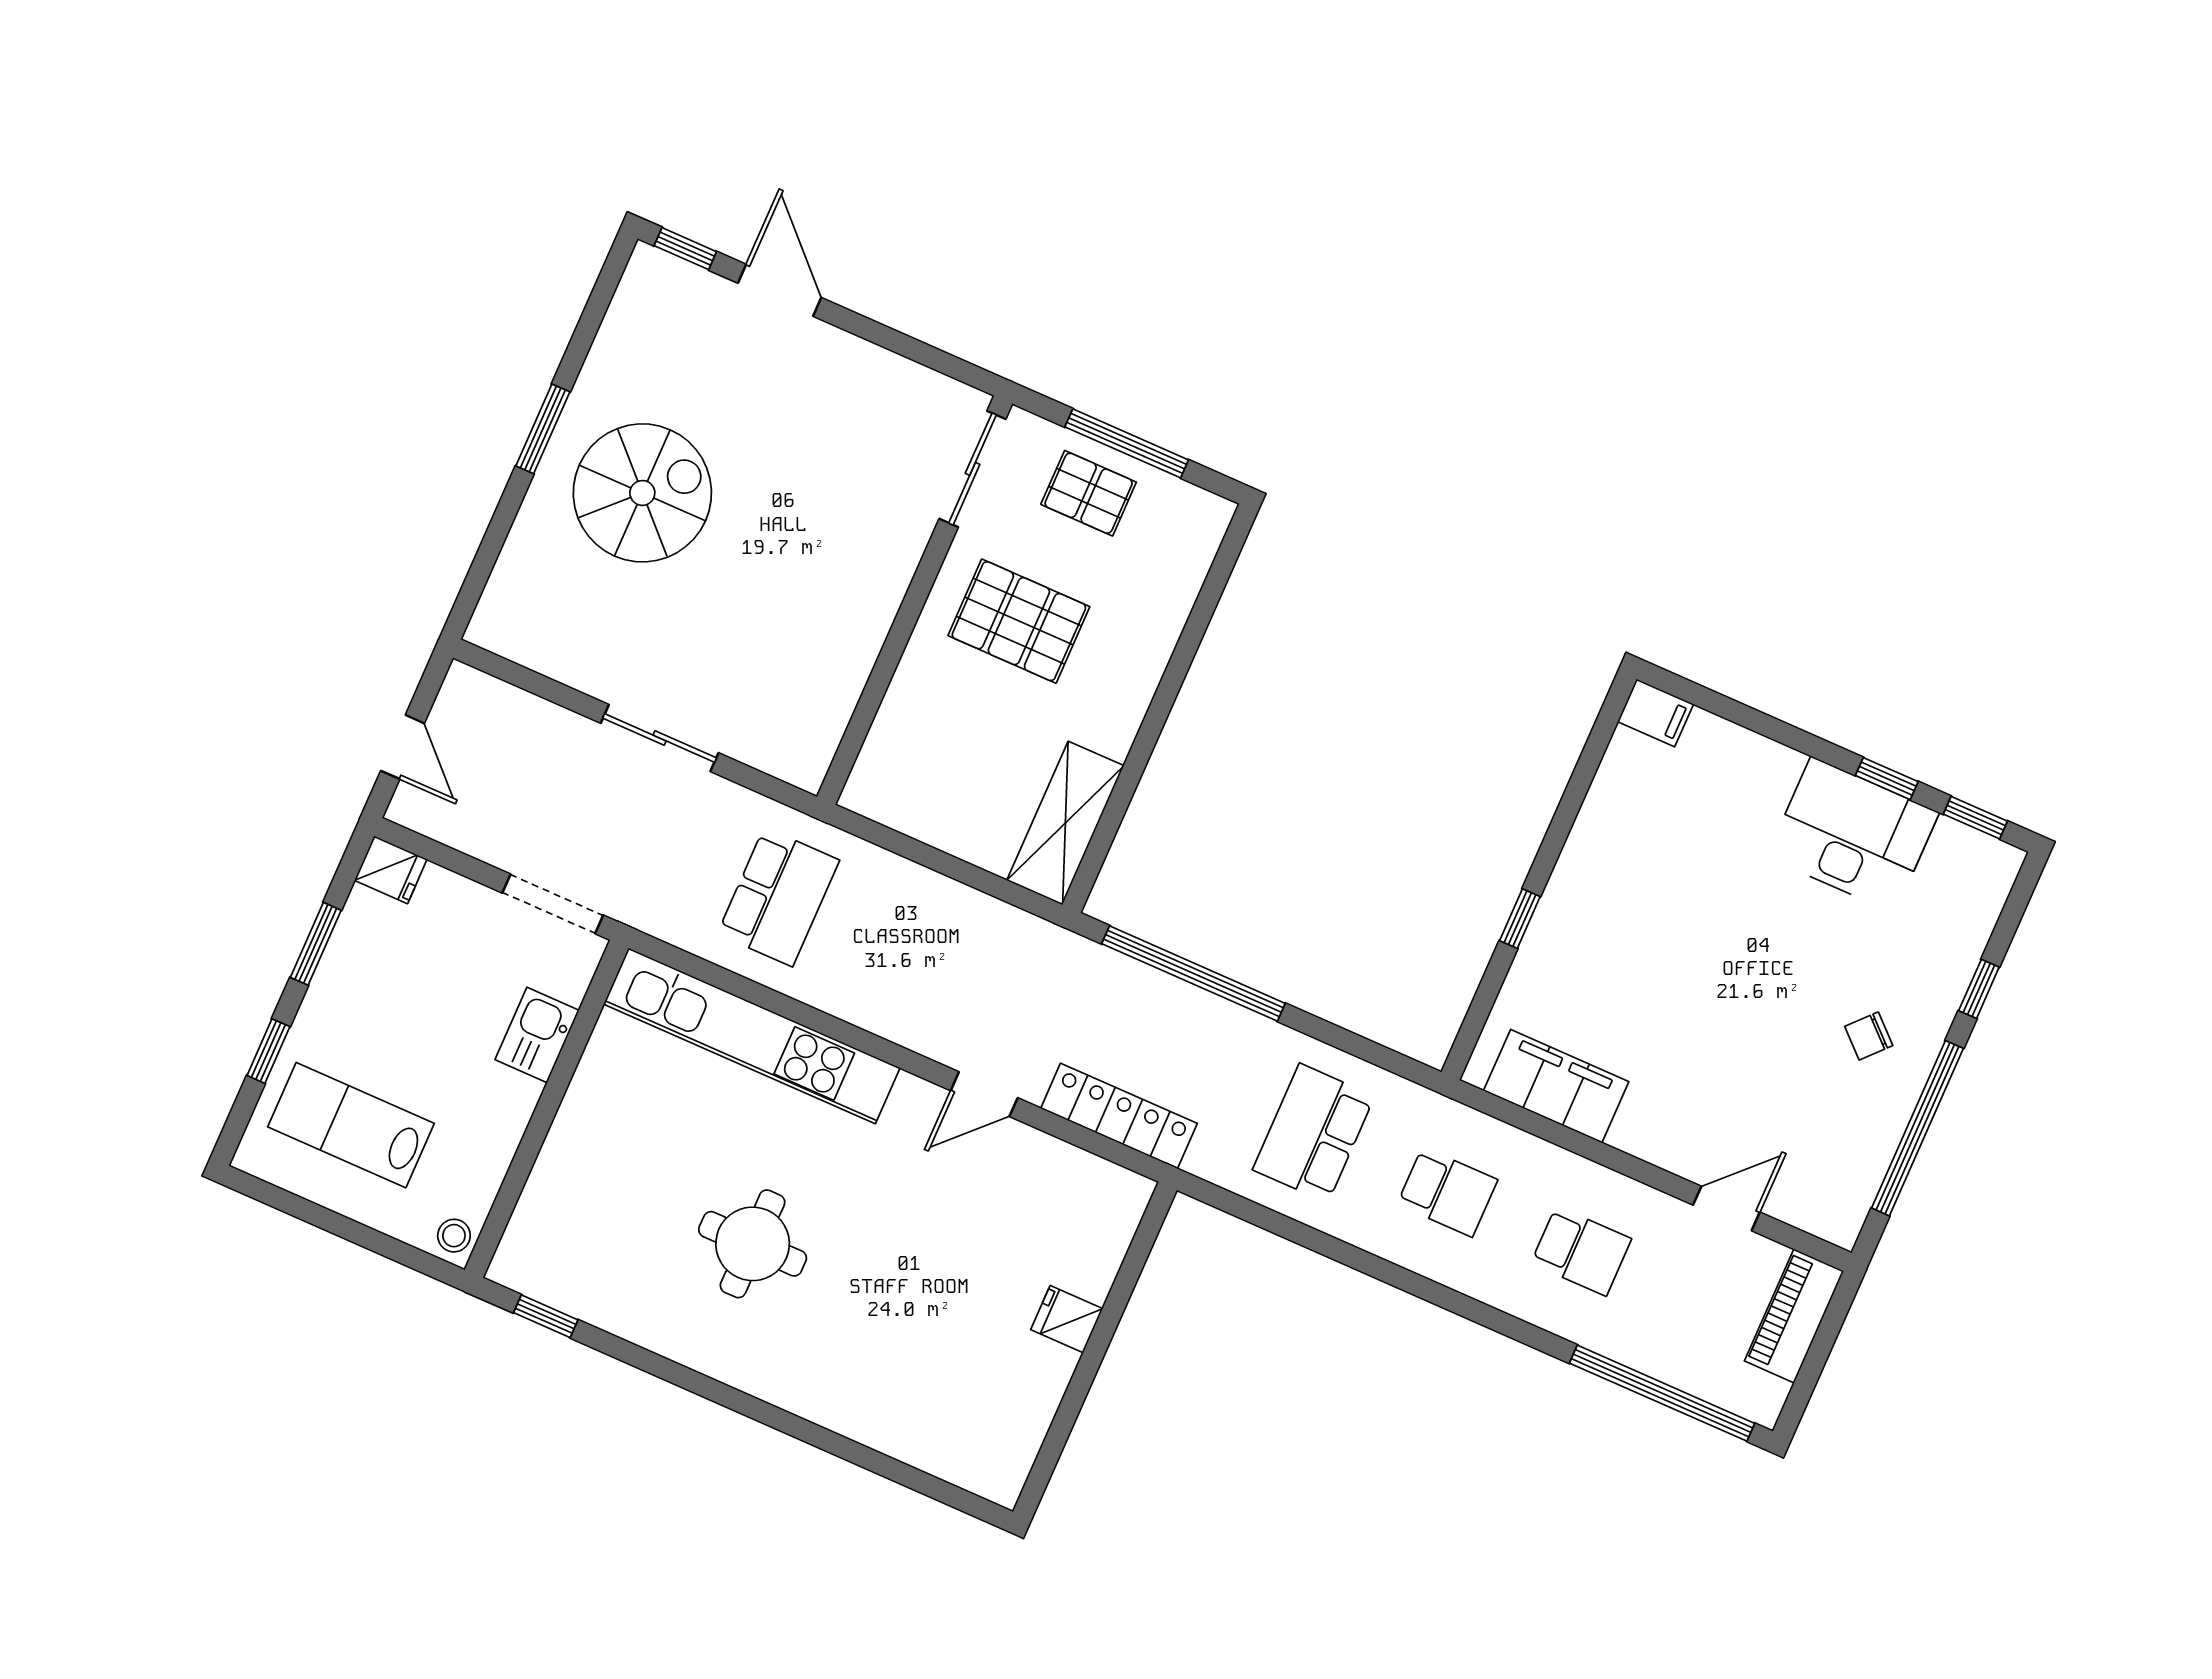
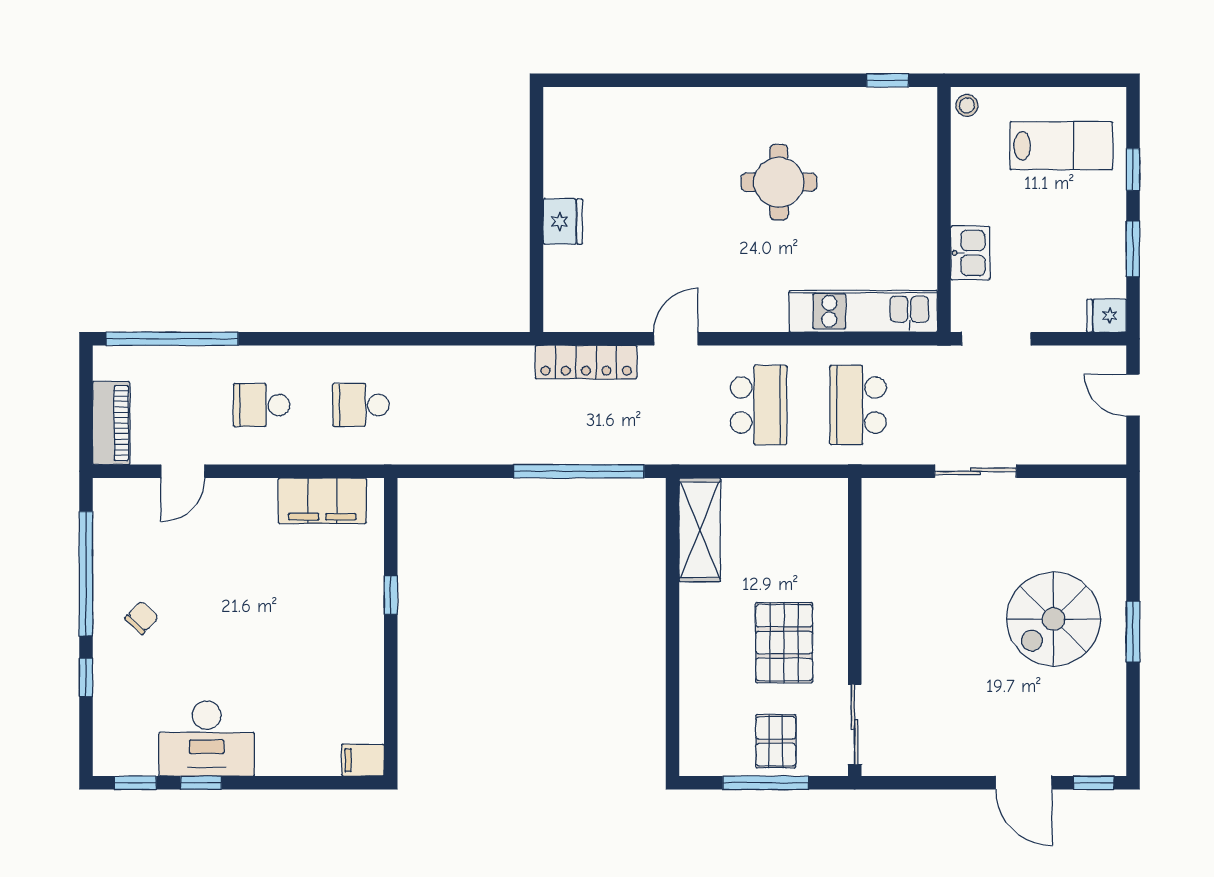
pallet: (1089, 493) -> (776, 741), turned 90
pallet: (1019, 621) -> (784, 643), turned 90
kitchen unit: (752, 1036) -> (863, 311), width x0.73
school desk: (1314, 1133) -> (759, 405), moved
fridge: (1067, 1319) -> (563, 222), width x1.38

